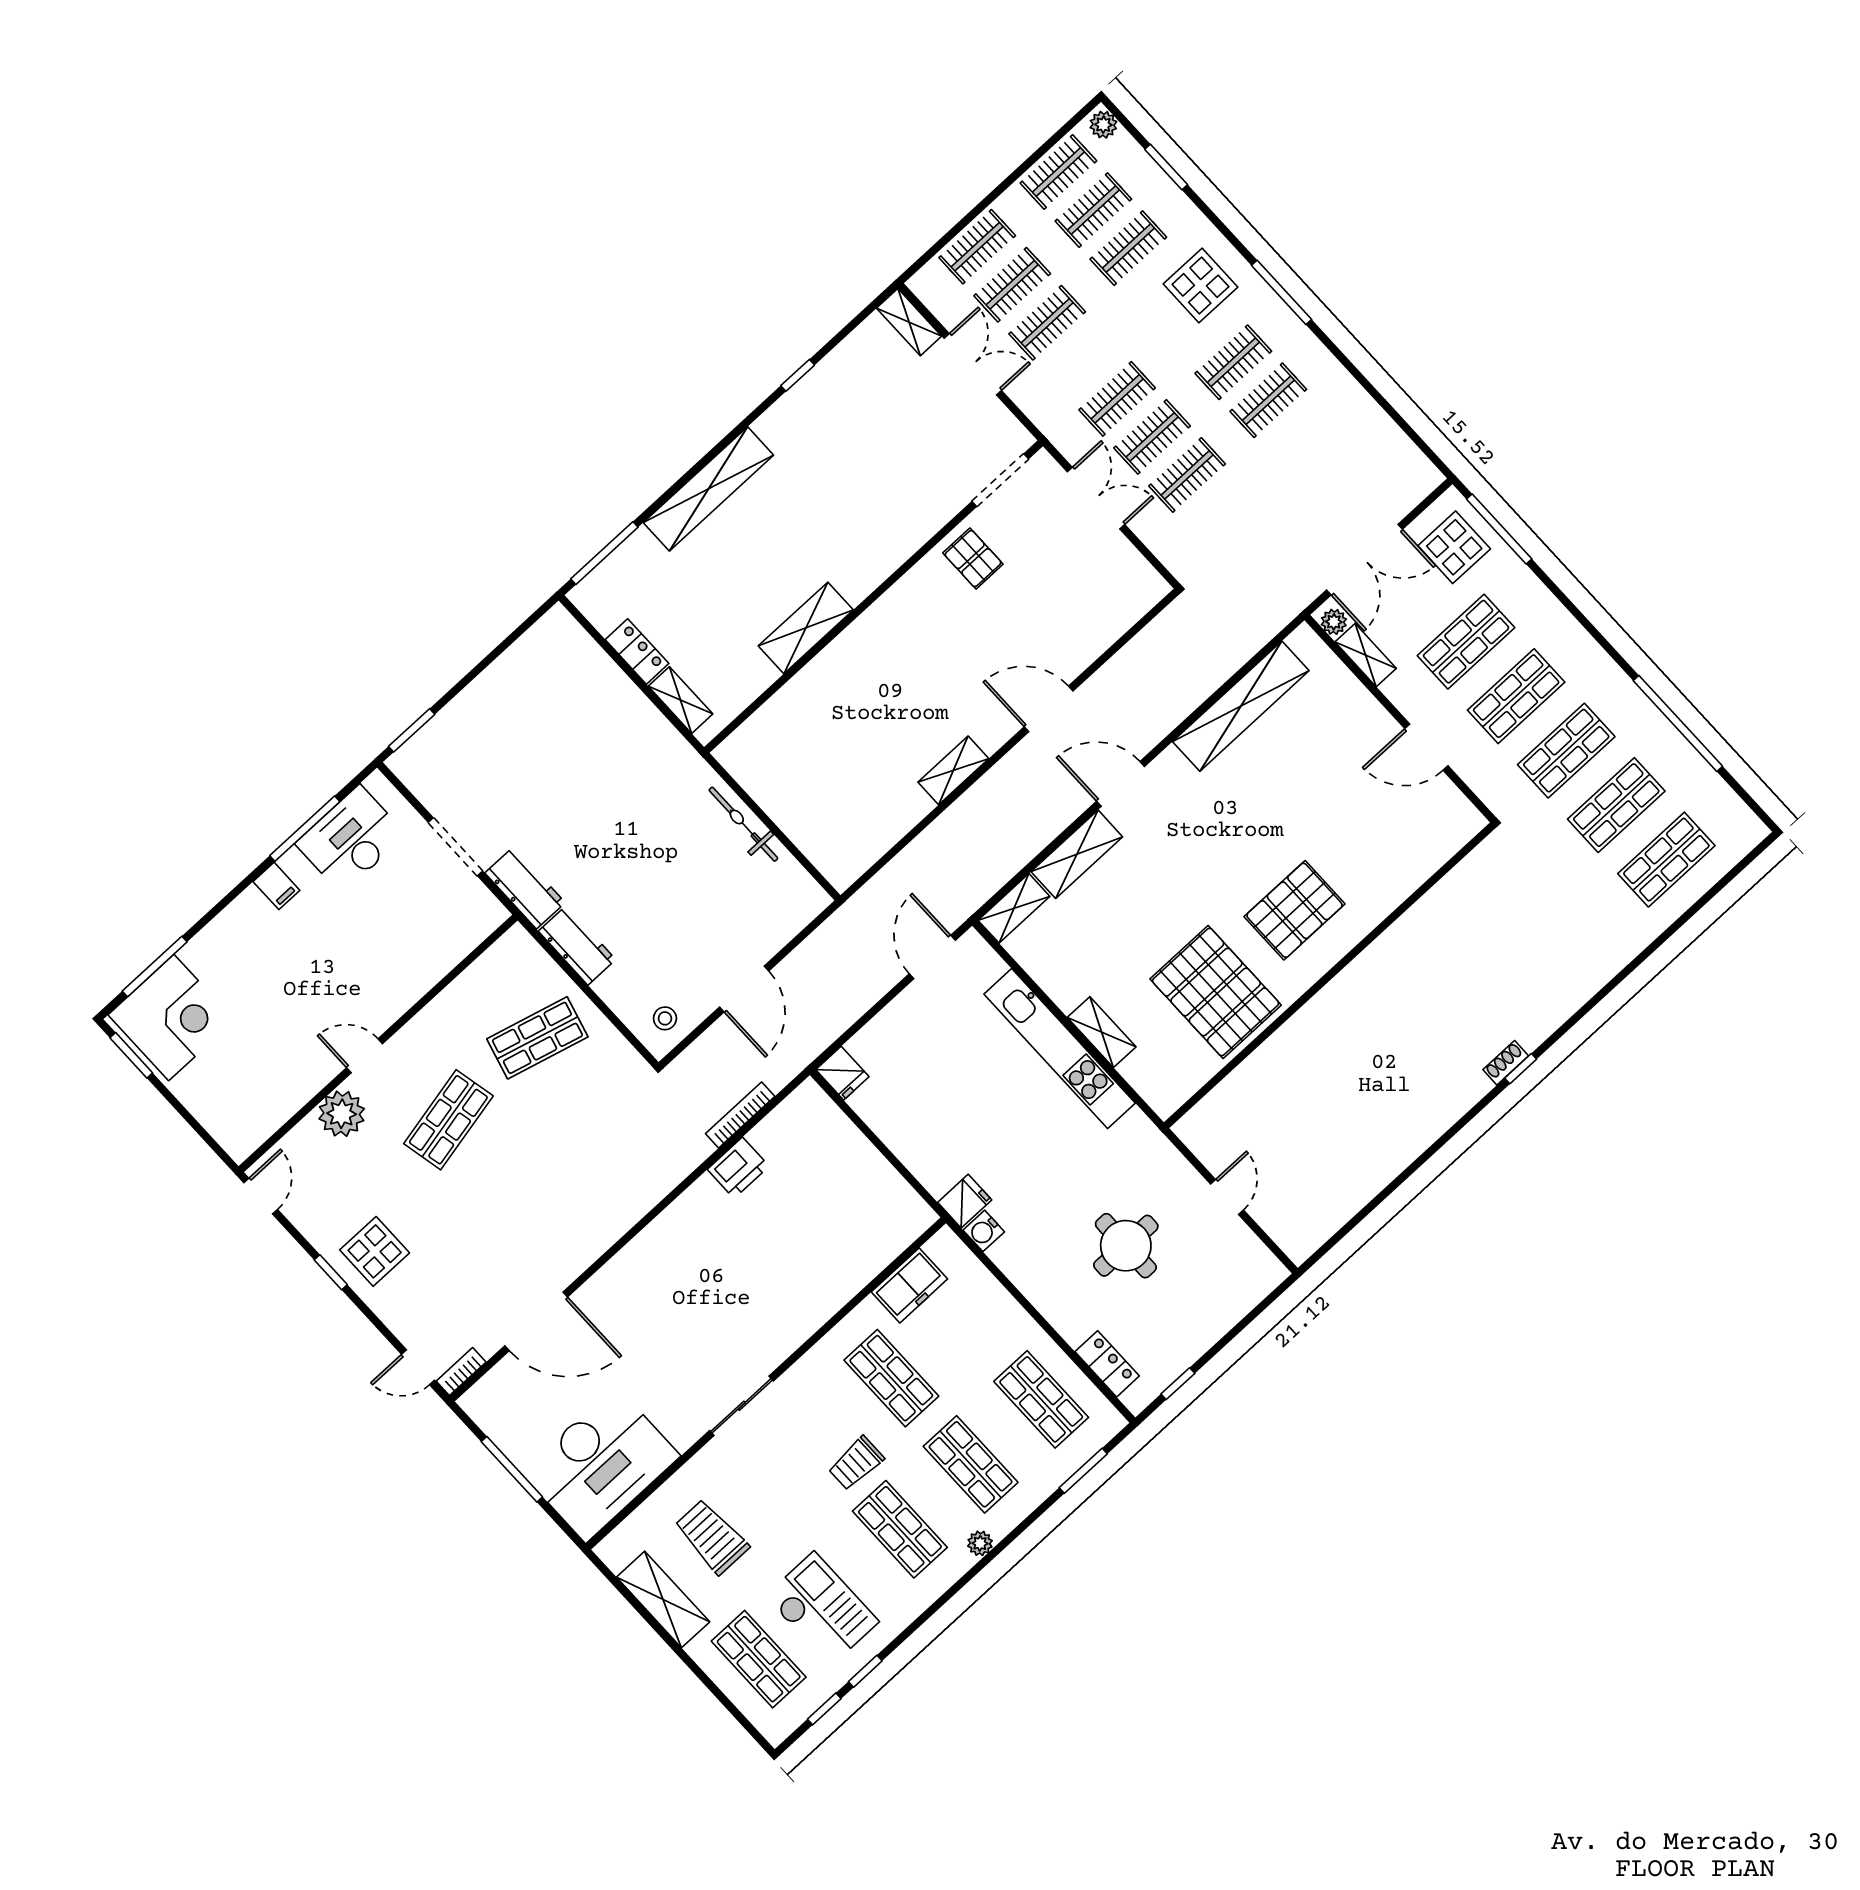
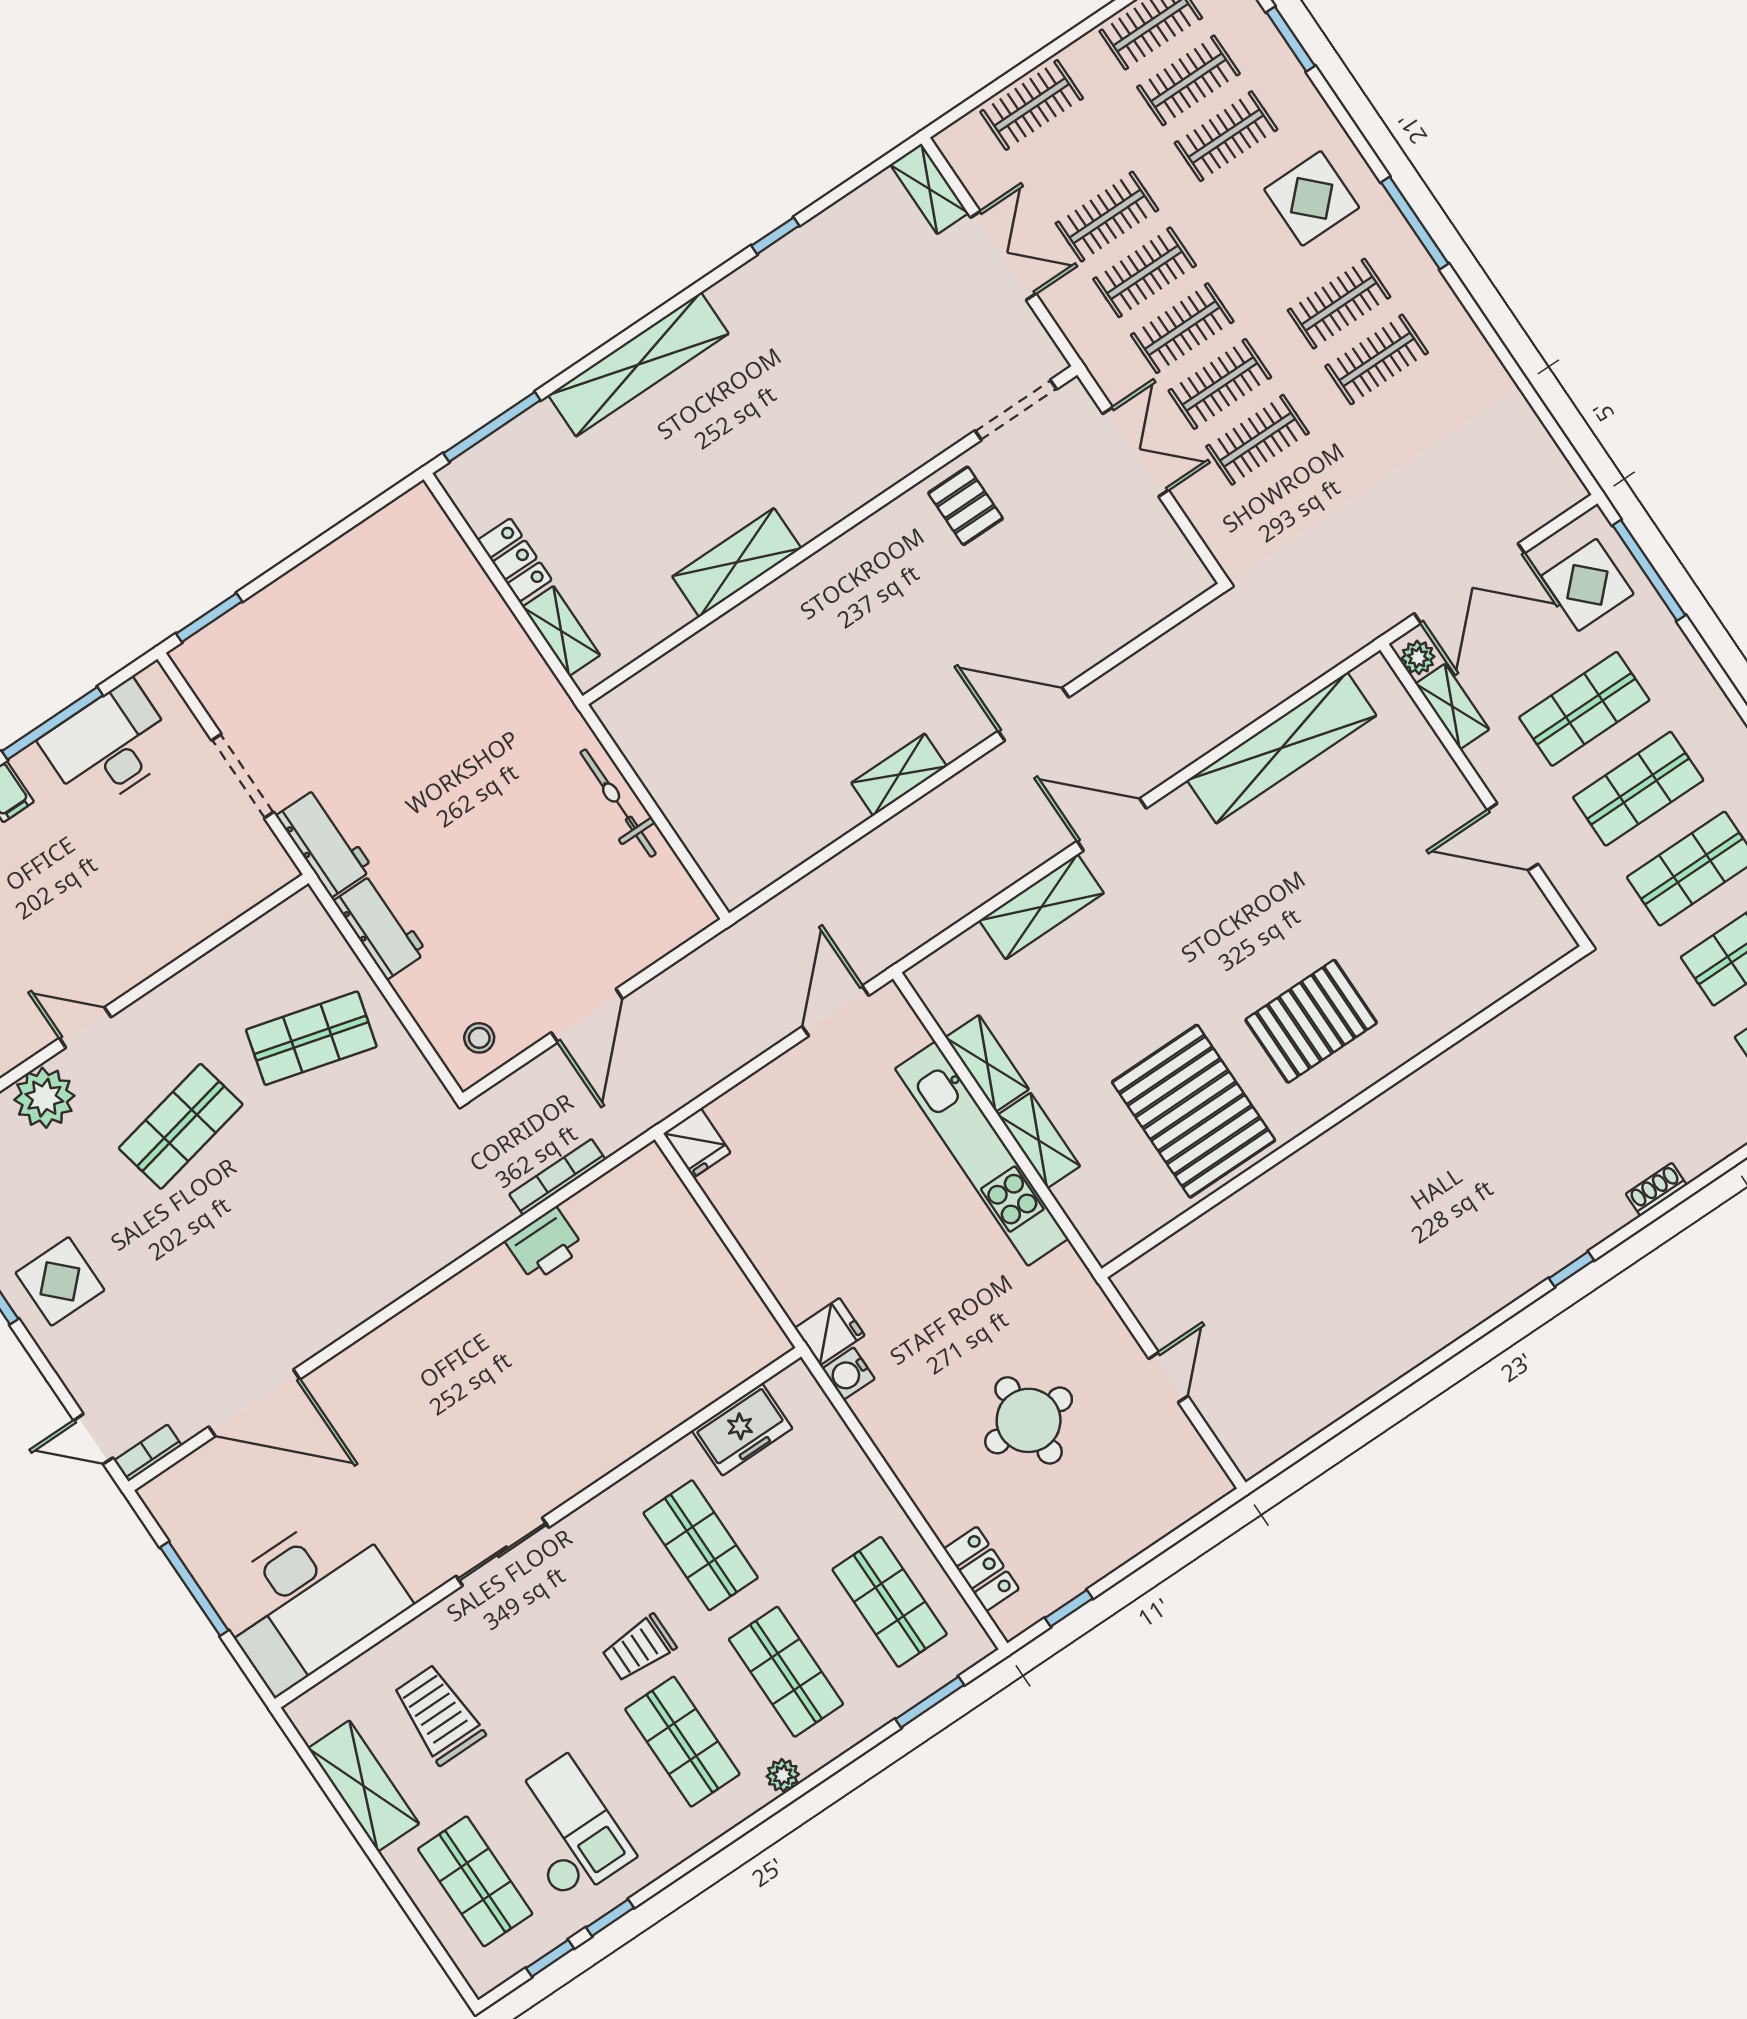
clothes rail: (1012, 285) -> (1145, 272), moved
shelving: (1014, 908) -> (987, 1063), moved, turned 90
shoe rack: (1506, 1063) -> (1656, 1189), moved

